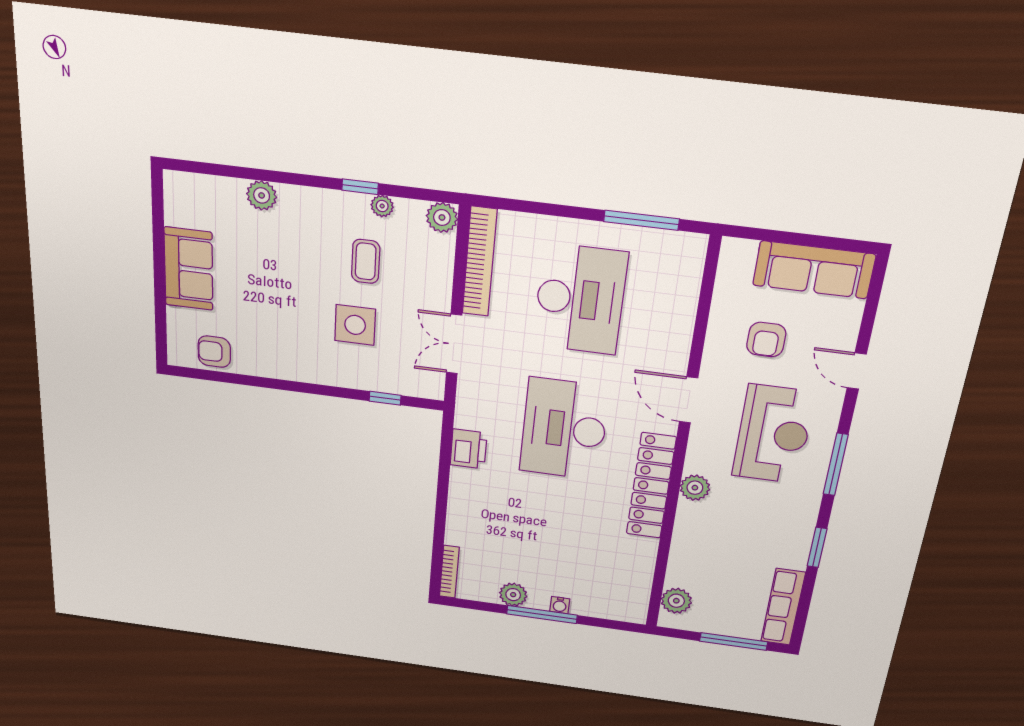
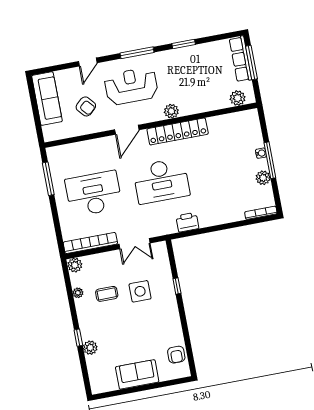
window: (360, 187) -> (78, 338), moved
armchair: (766, 340) -> (86, 106), turned 49
window: (385, 398) -> (177, 286), moved
row of seats: (783, 607) -> (241, 59), moved, turned 90

